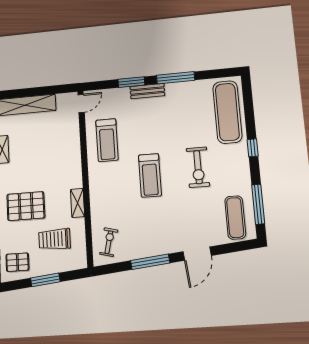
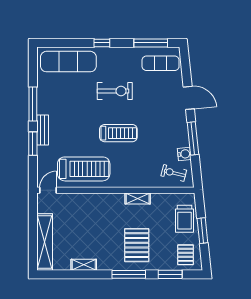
door: (81, 103) -> (48, 190), hinge flipped
treadmill: (107, 140) -> (84, 169), width x1.37, depth x1.38
trolley: (55, 239) -> (184, 219), moved
water cooler: (131, 253) -> (184, 154), added

